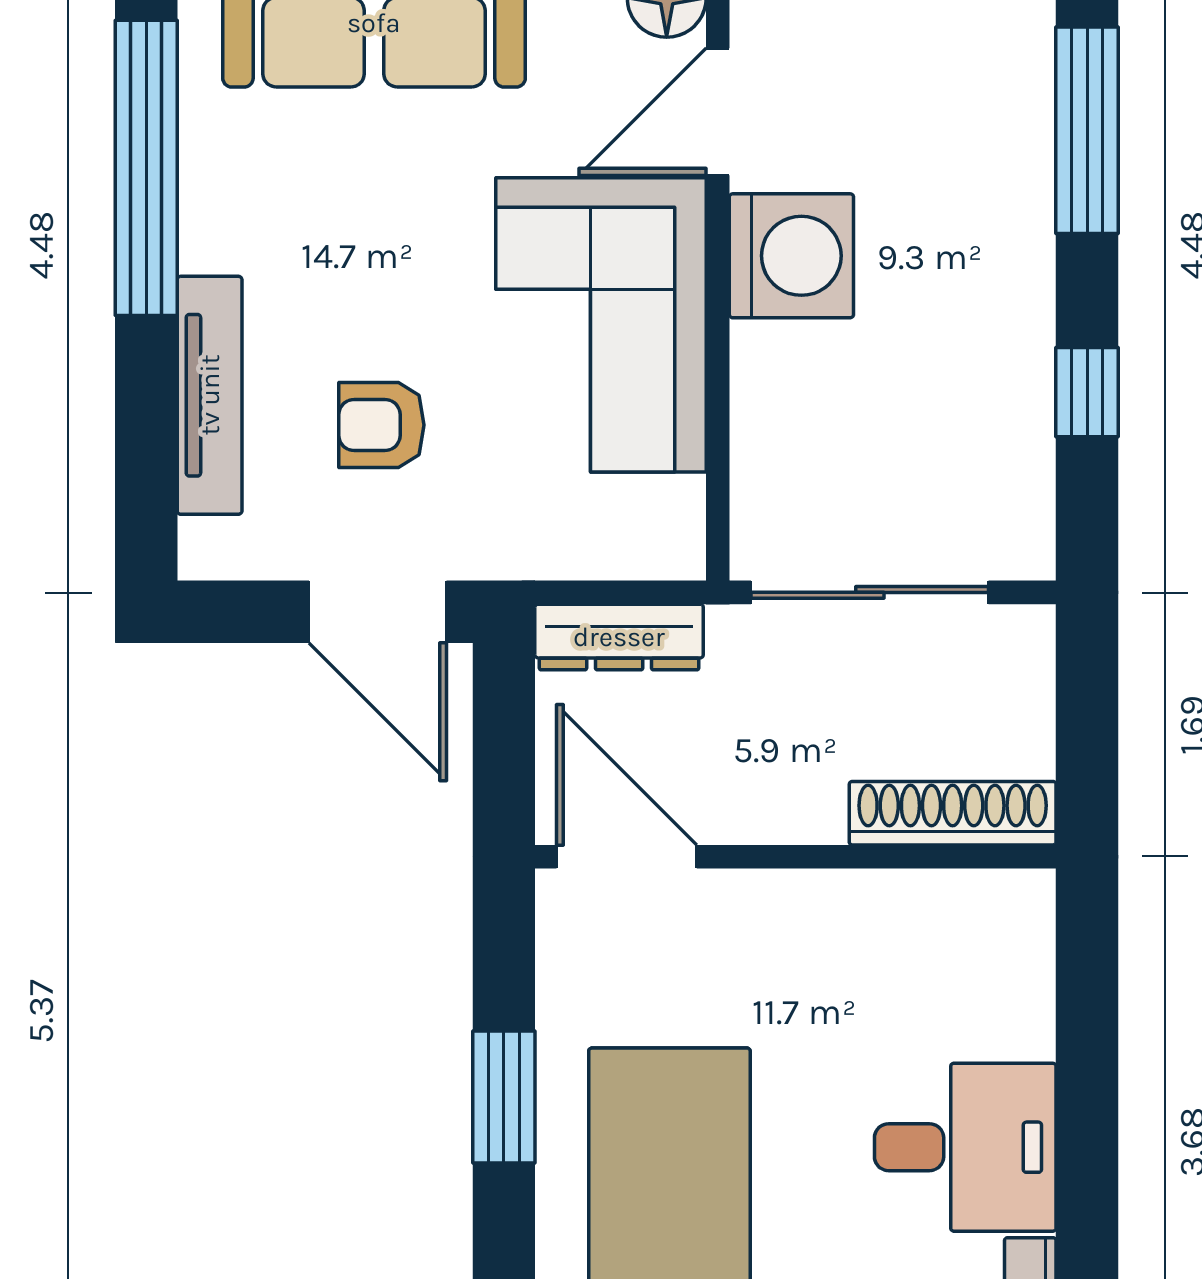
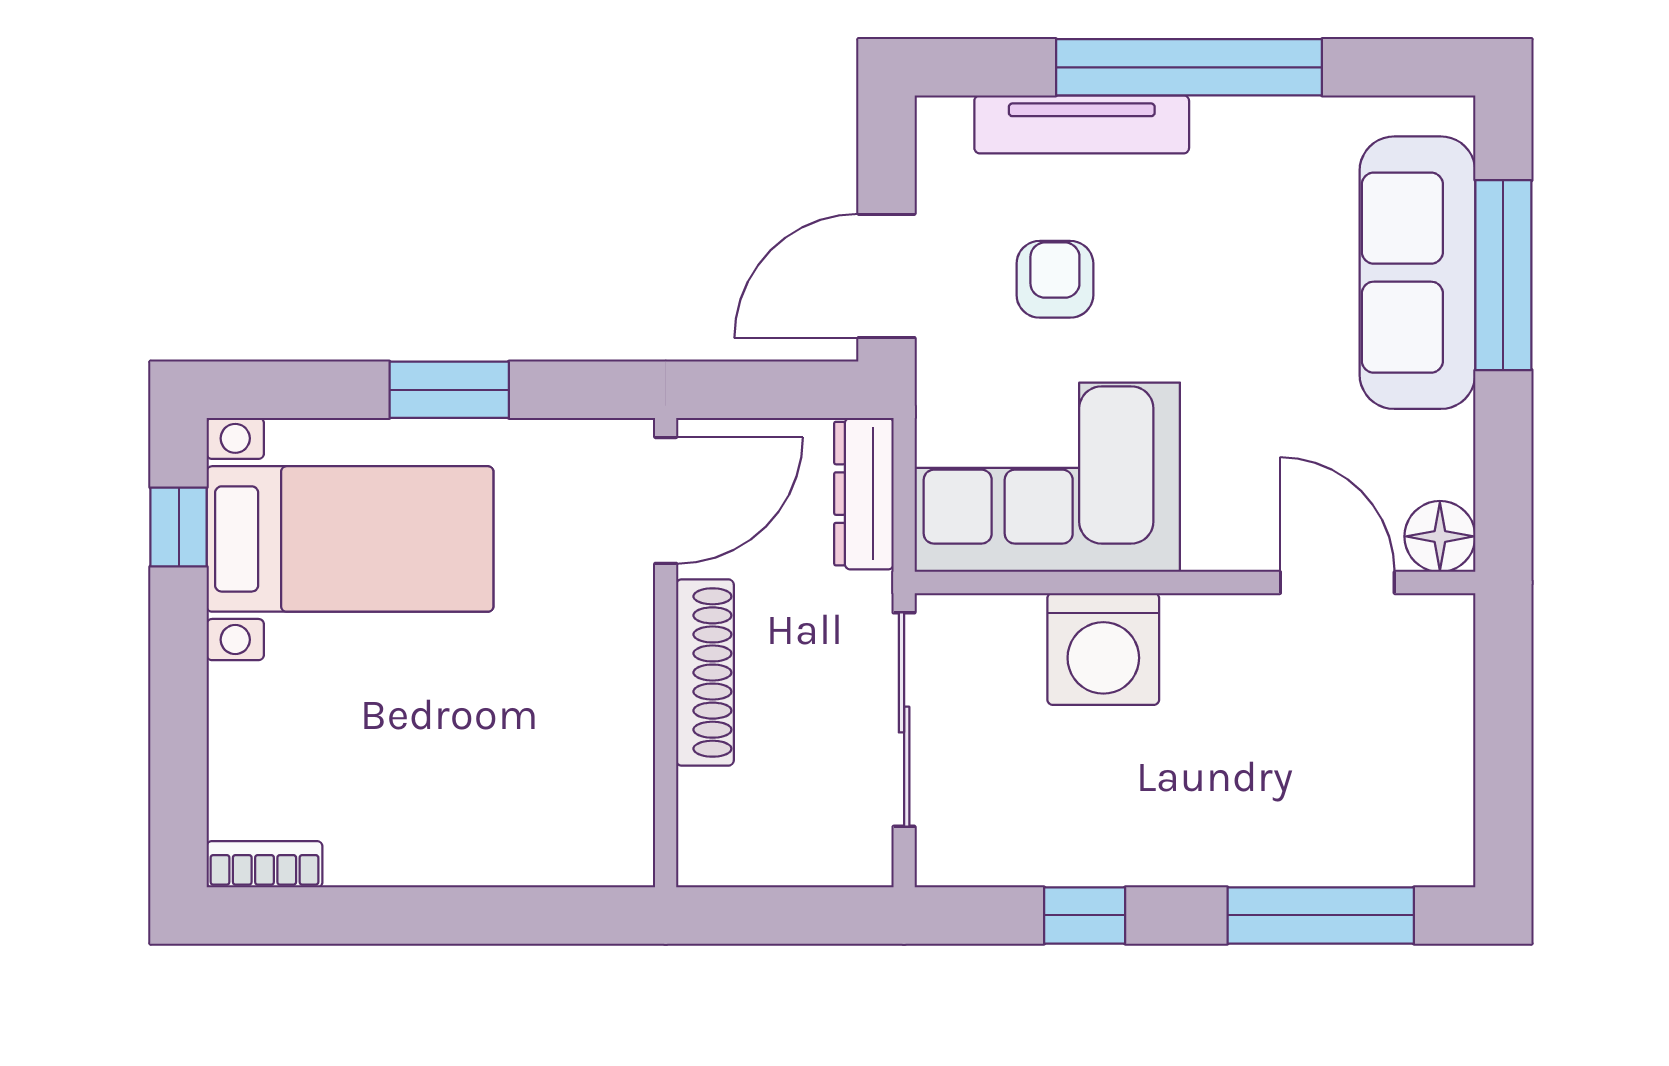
window: (146, 168) -> (1189, 67), moved
washing machine: (791, 256) -> (1103, 649), moved
corner sofa: (601, 325) -> (1047, 477), moved
shoe rack: (953, 813) -> (705, 673), moved
desk: (965, 1147) -> (404, 806), removed

